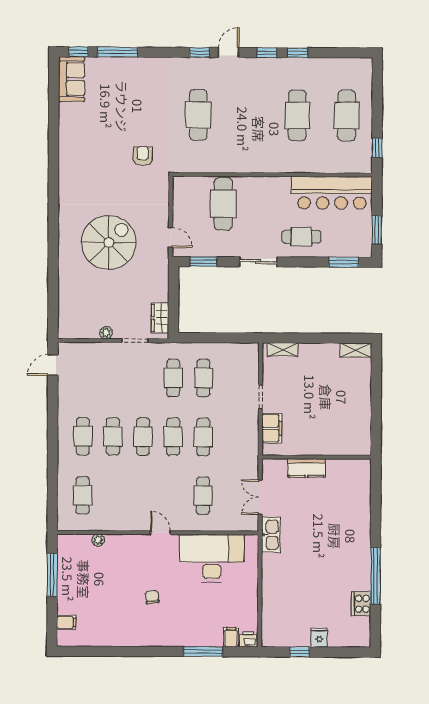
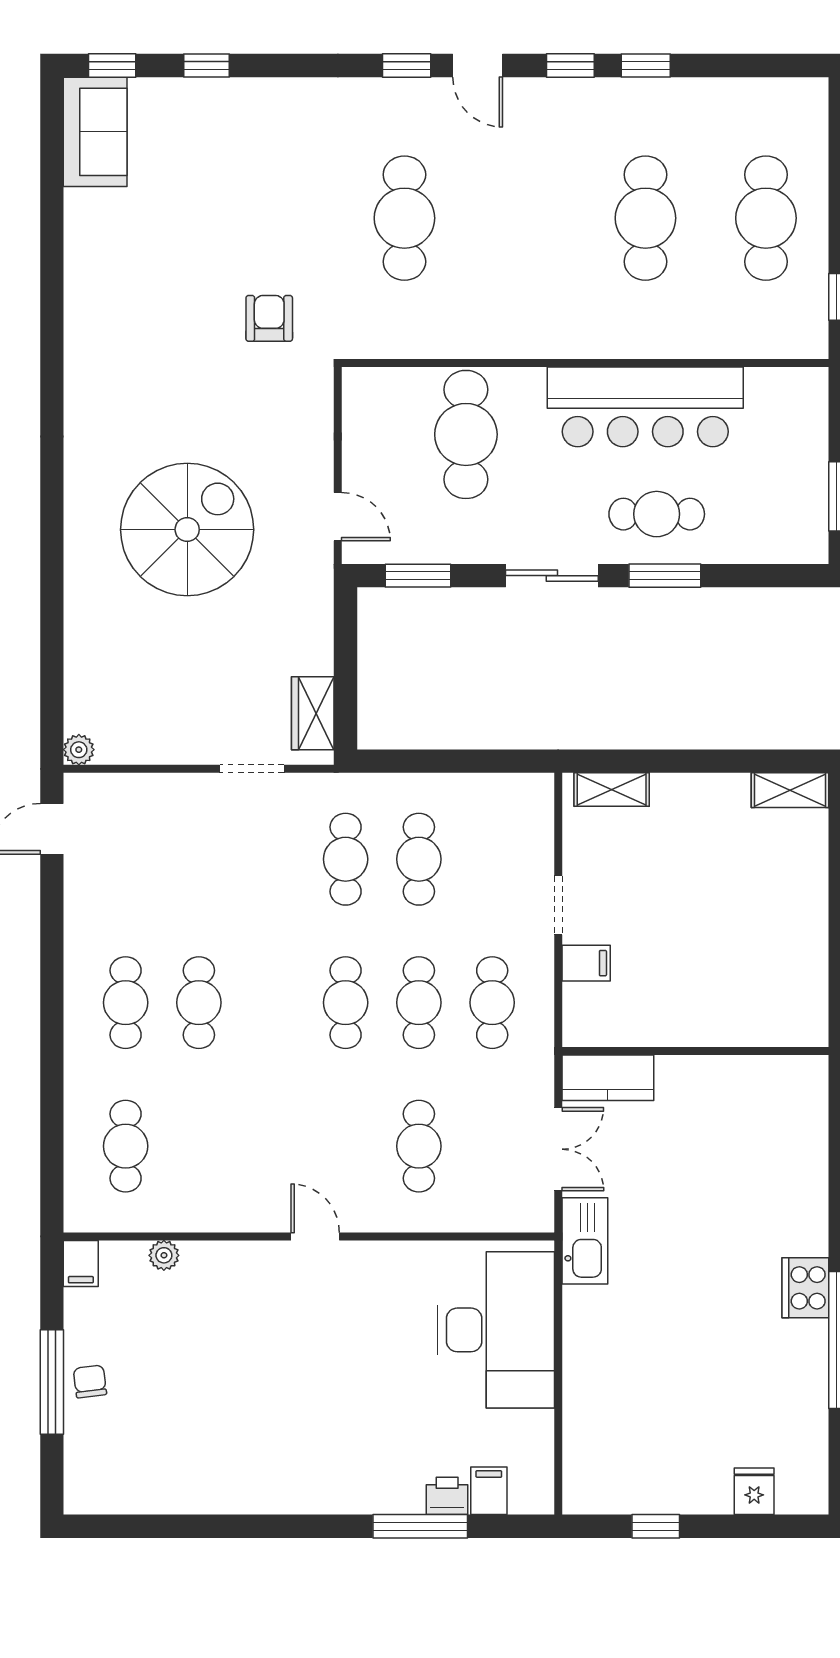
window: (117, 52) -> (206, 66), width x0.46
door: (229, 52) -> (478, 66), swing flipped
bar counter: (332, 193) -> (645, 407), moved
window: (344, 262) -> (665, 576), moved
plant: (106, 333) -> (79, 750), moved
filing cabinet: (272, 428) -> (586, 963), width x0.50
cafe table: (143, 437) -> (492, 1003), moved
kitchen counter: (306, 468) -> (608, 1078), moved
double door: (260, 497) -> (558, 1149), swing flipped
desk: (212, 558) -> (496, 1330), moved, turned 90
window: (52, 575) -> (52, 1382), moved
chair: (152, 597) -> (90, 1381), moved
cooker: (361, 604) -> (805, 1288), moved
filing cabinet: (66, 622) -> (81, 1263), moved, turned 90
fridge: (319, 638) -> (754, 1491), moved
printer: (248, 639) -> (447, 1496), moved

